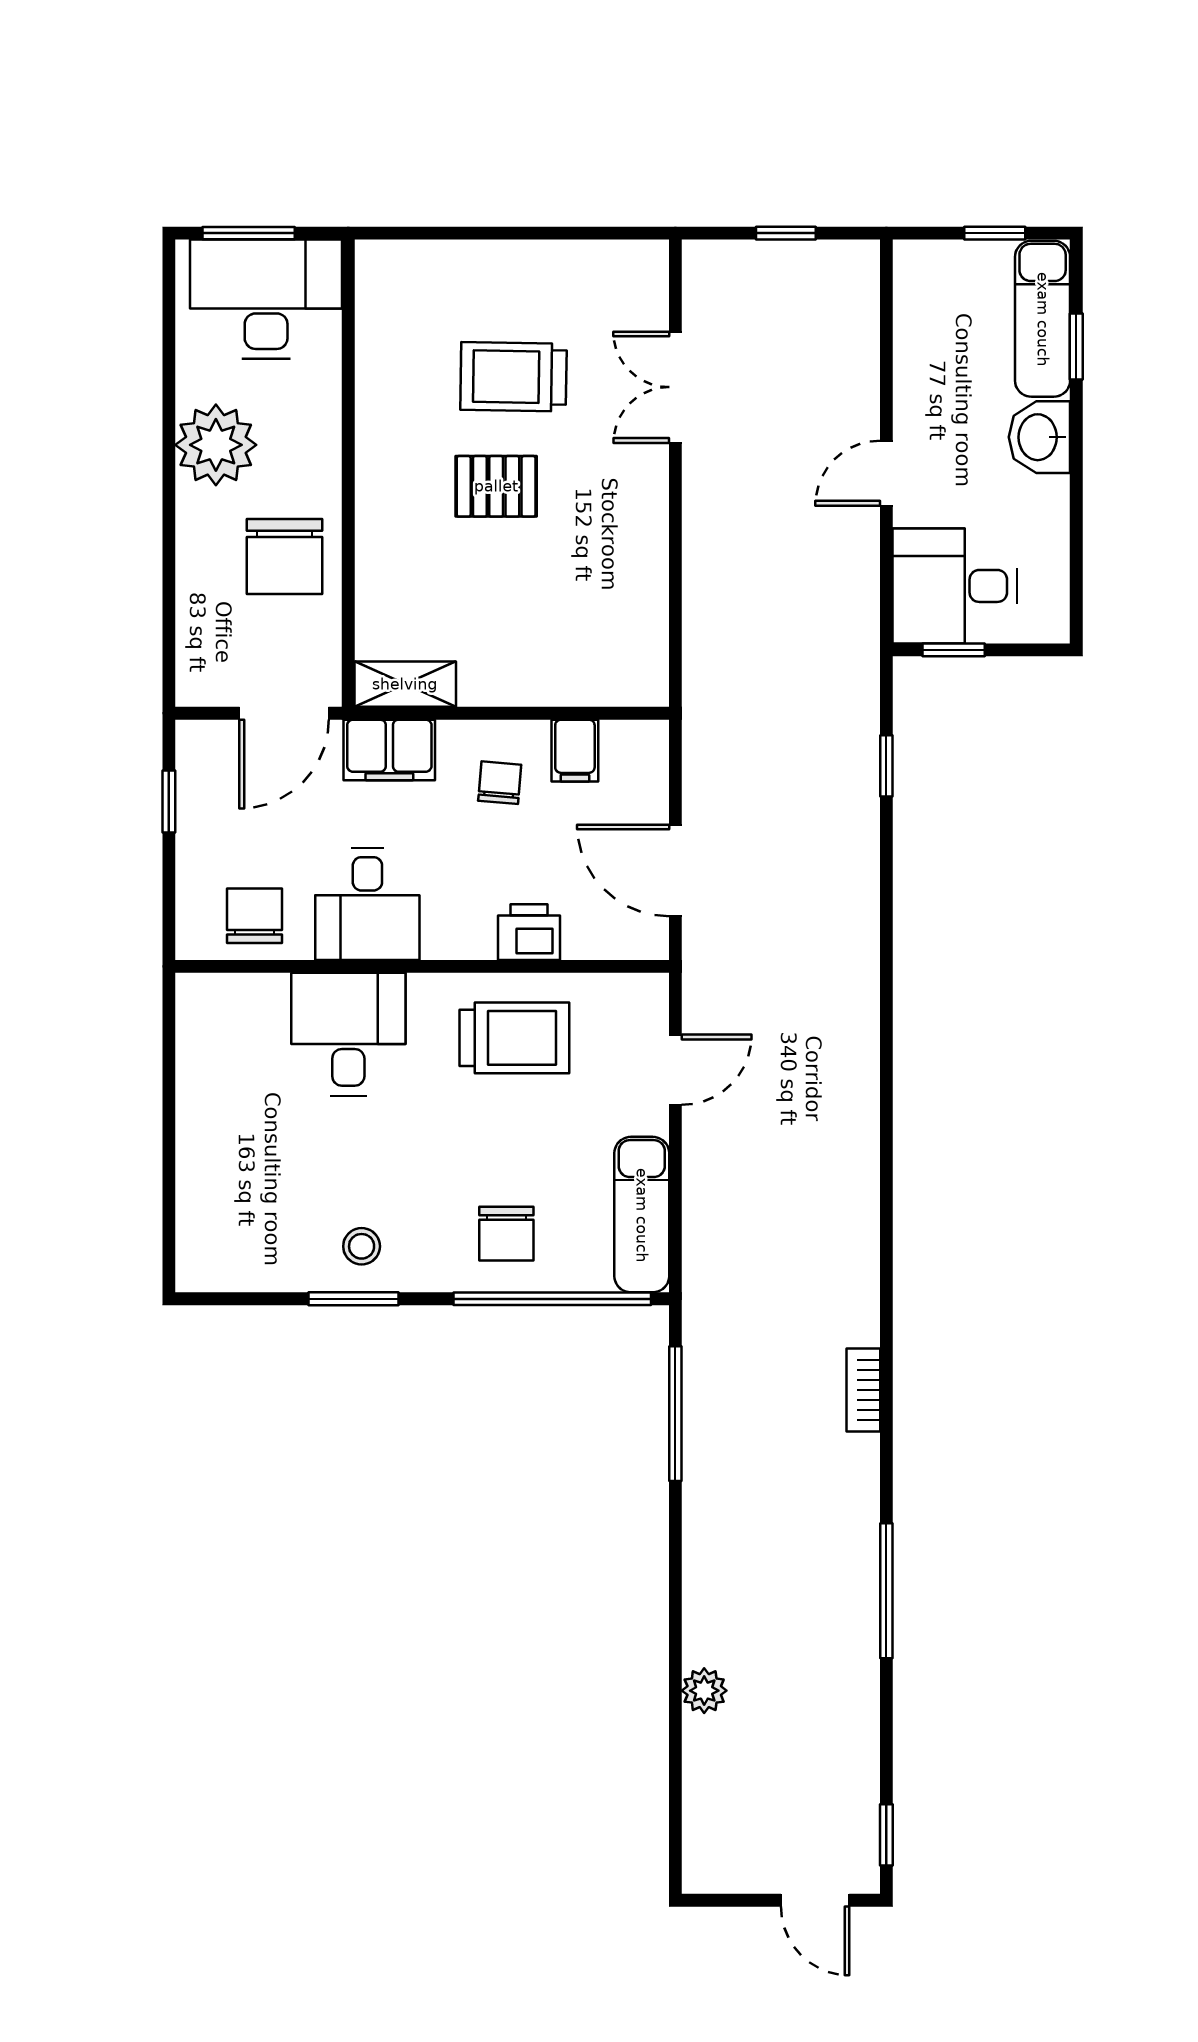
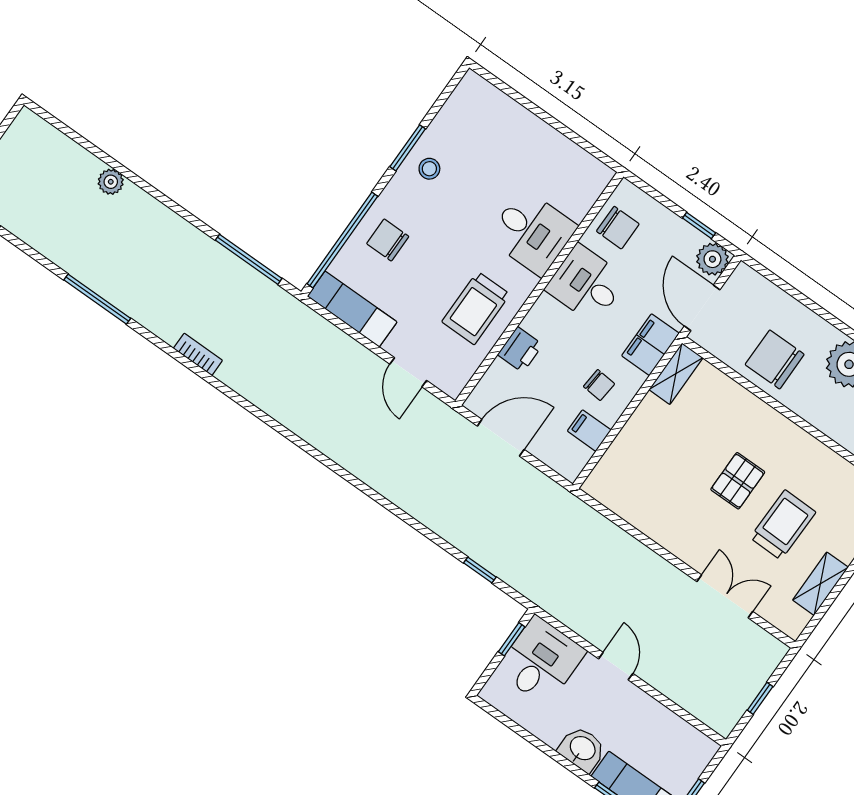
shelving: (560, 263) -> (820, 584), added
plant: (204, 748) -> (712, 259), added

